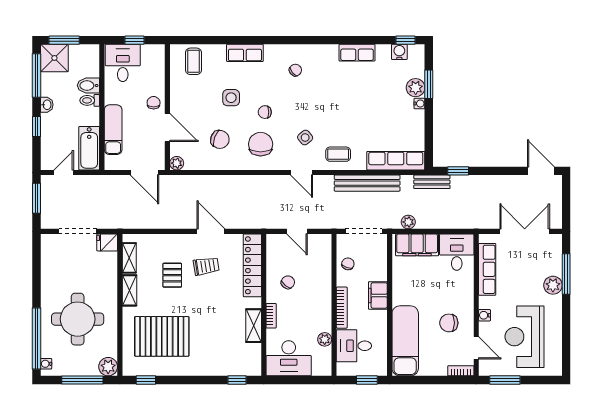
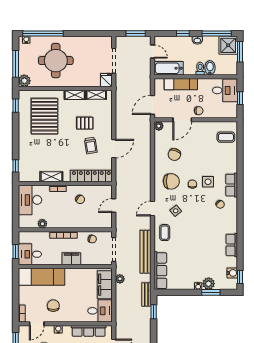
row of seats: (245, 53) -> (232, 185), moved
side table: (231, 98) -> (208, 182), moved
desk: (354, 346) -> (30, 254), moved, turned -90

